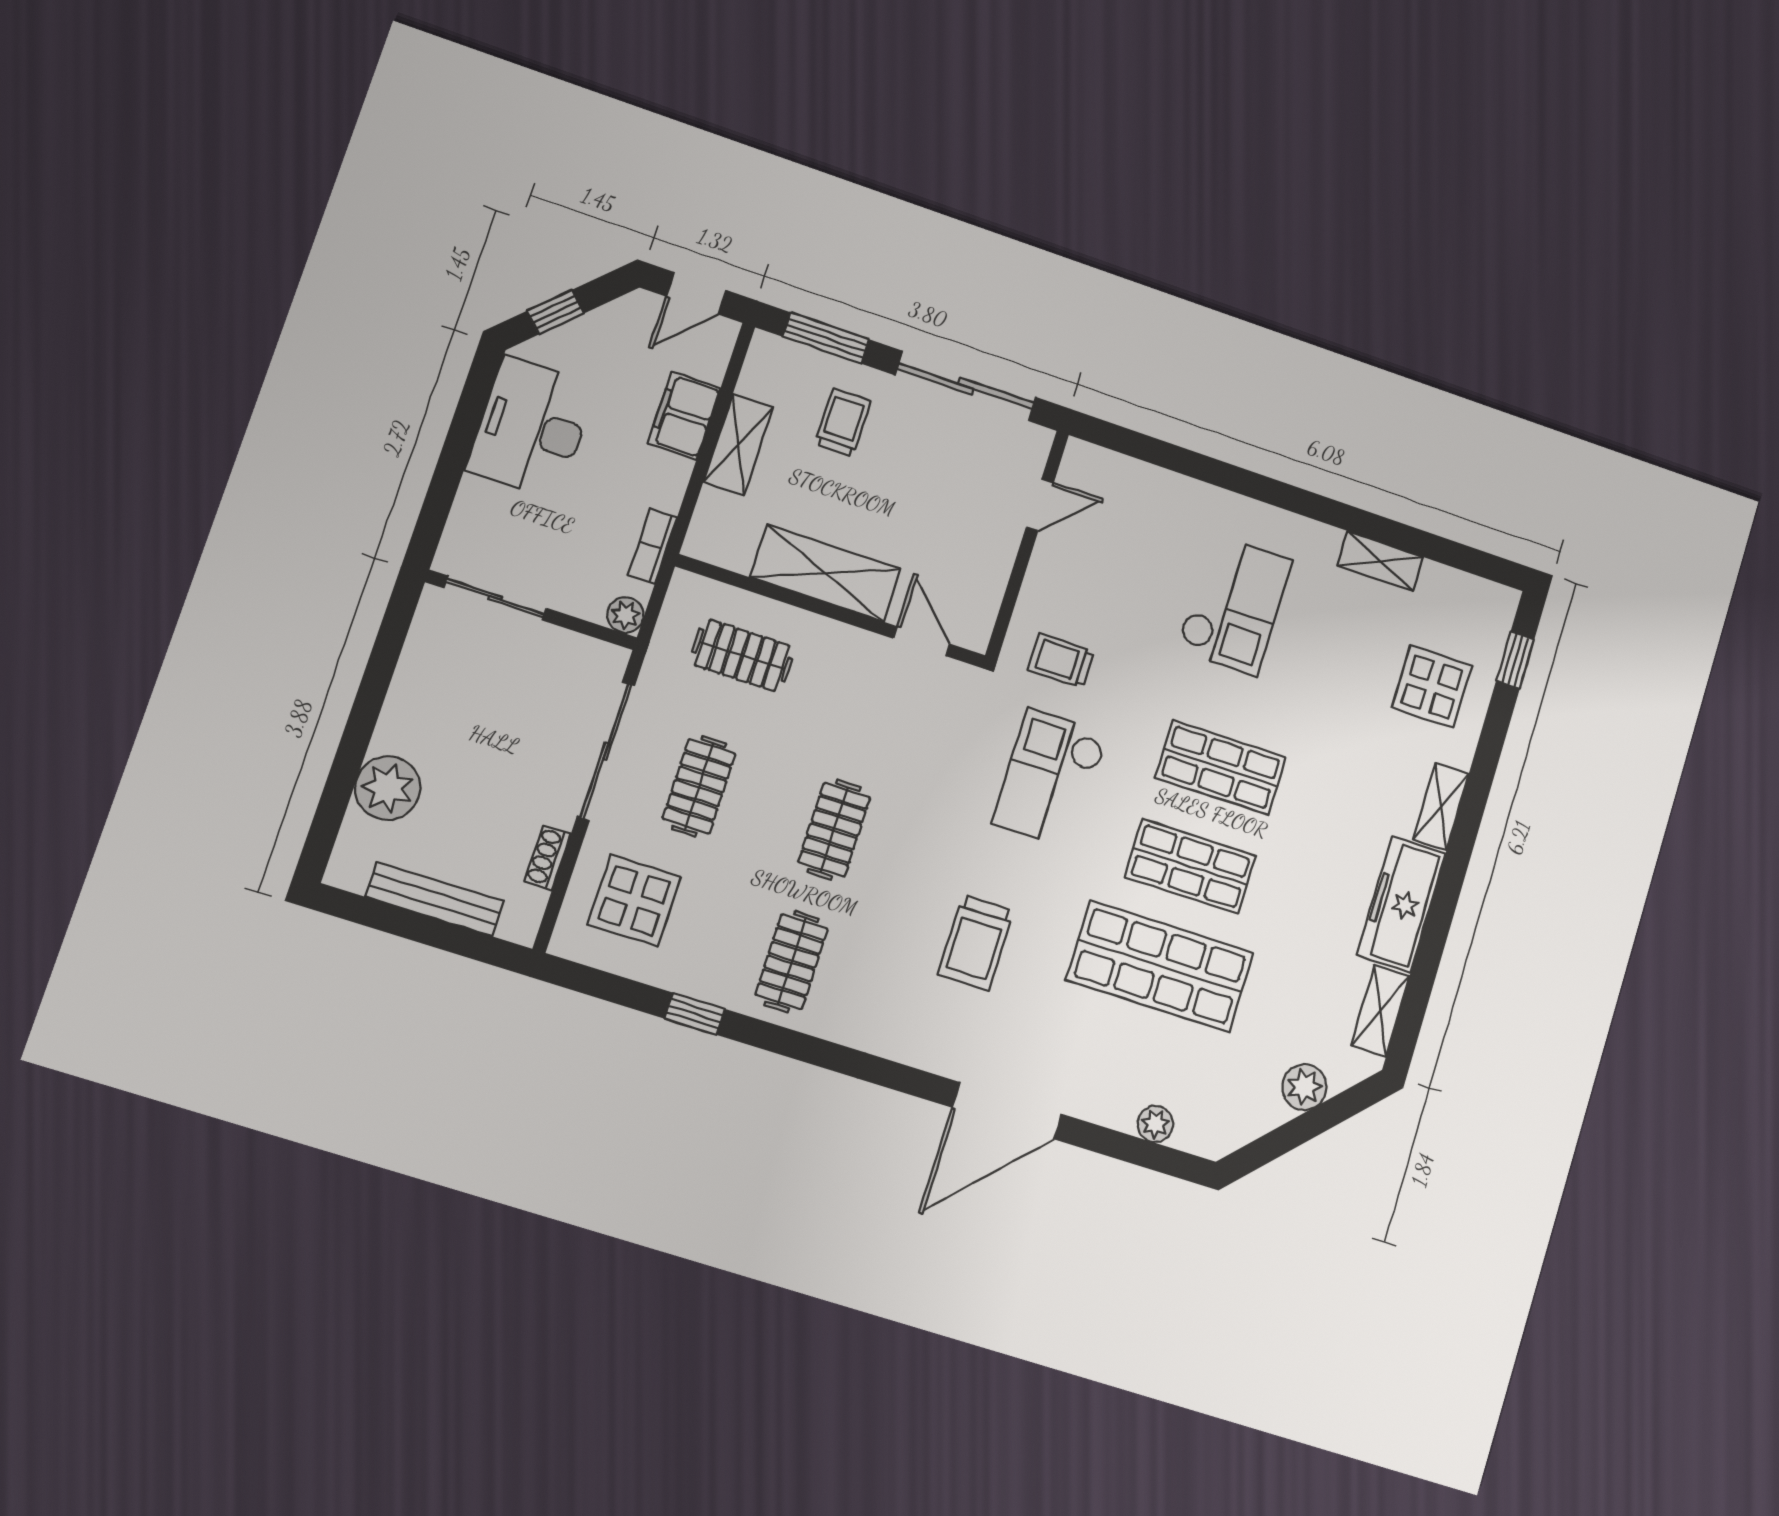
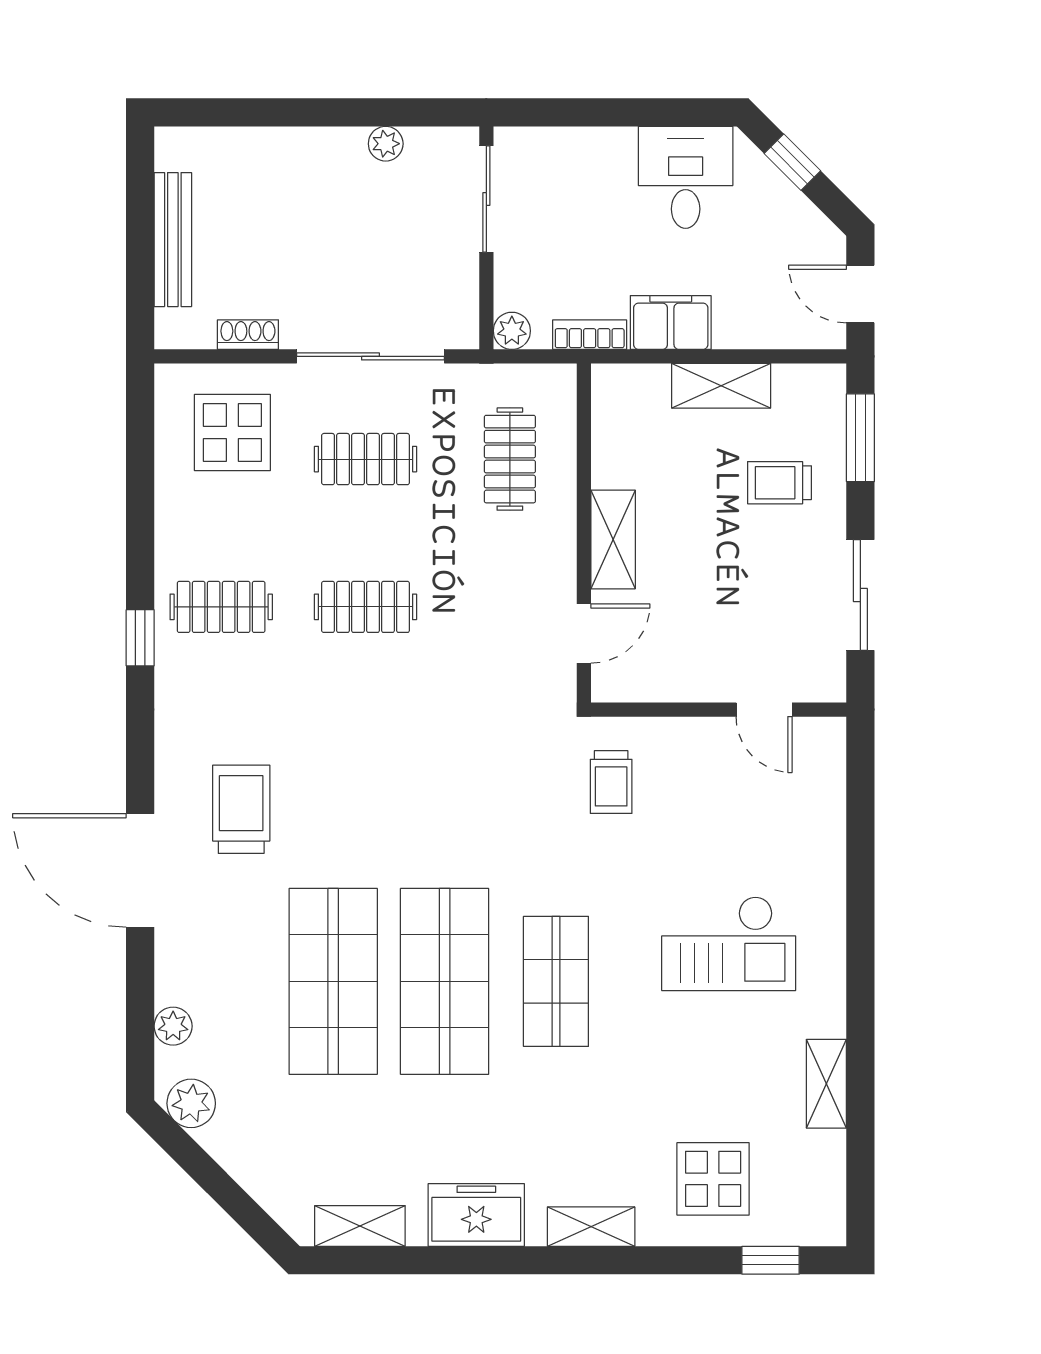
sliding door: (966, 386) -> (860, 595), width x0.73
filing cabinet: (684, 416) -> (671, 323), moved
trolley: (843, 423) -> (780, 483), turned 180
desk: (531, 428) -> (686, 177), width x0.73
shelving: (825, 573) -> (613, 539), width x0.67, depth x0.75
trolley: (1061, 661) -> (611, 782), turned 180
checkout: (1050, 778) -> (488, 808), removed
plant: (388, 788) -> (386, 144), moved, width x0.53, depth x0.53
shop shelf: (1190, 866) -> (445, 981), width x1.43, depth x1.36
freezer: (1401, 904) -> (476, 1215), width x0.71
trolley: (976, 943) -> (241, 809), moved, turned 90
window: (695, 1014) -> (140, 638), moved
plant: (1304, 1087) -> (191, 1103), moved

